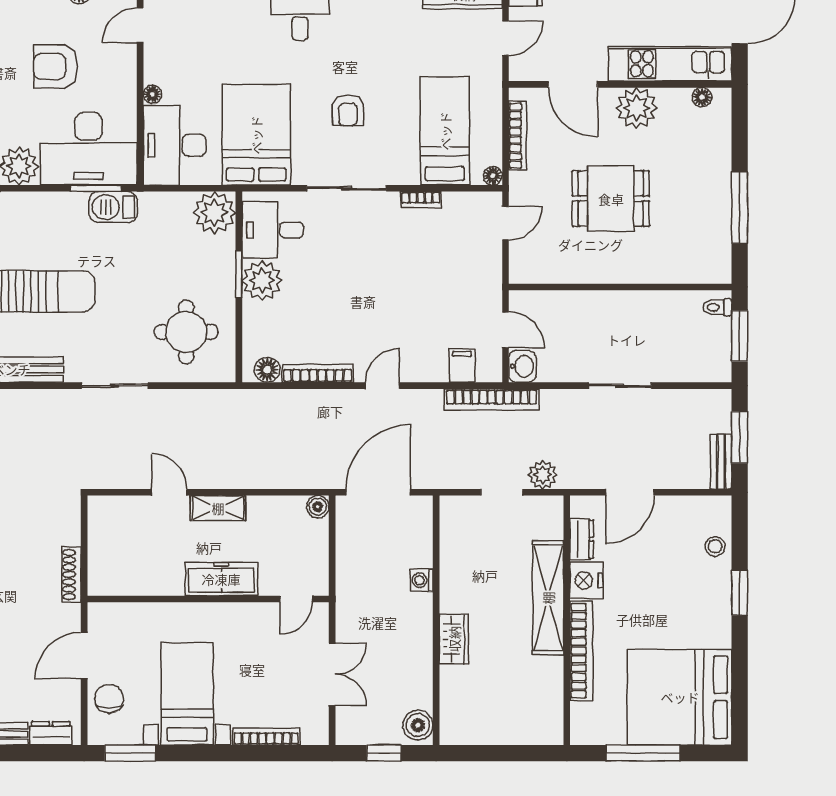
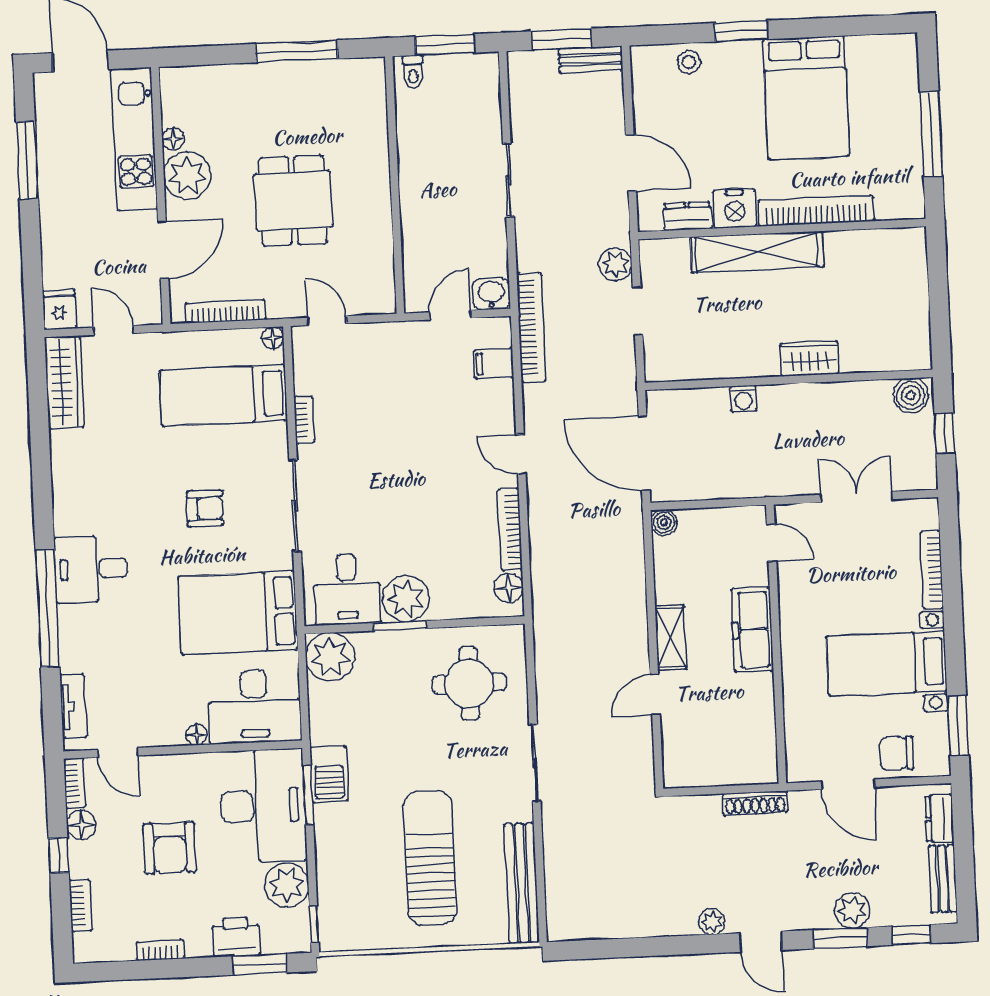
floor lamp: (702, 97) -> (173, 139), moved
bed: (680, 697) -> (806, 98), moved, width x0.73

